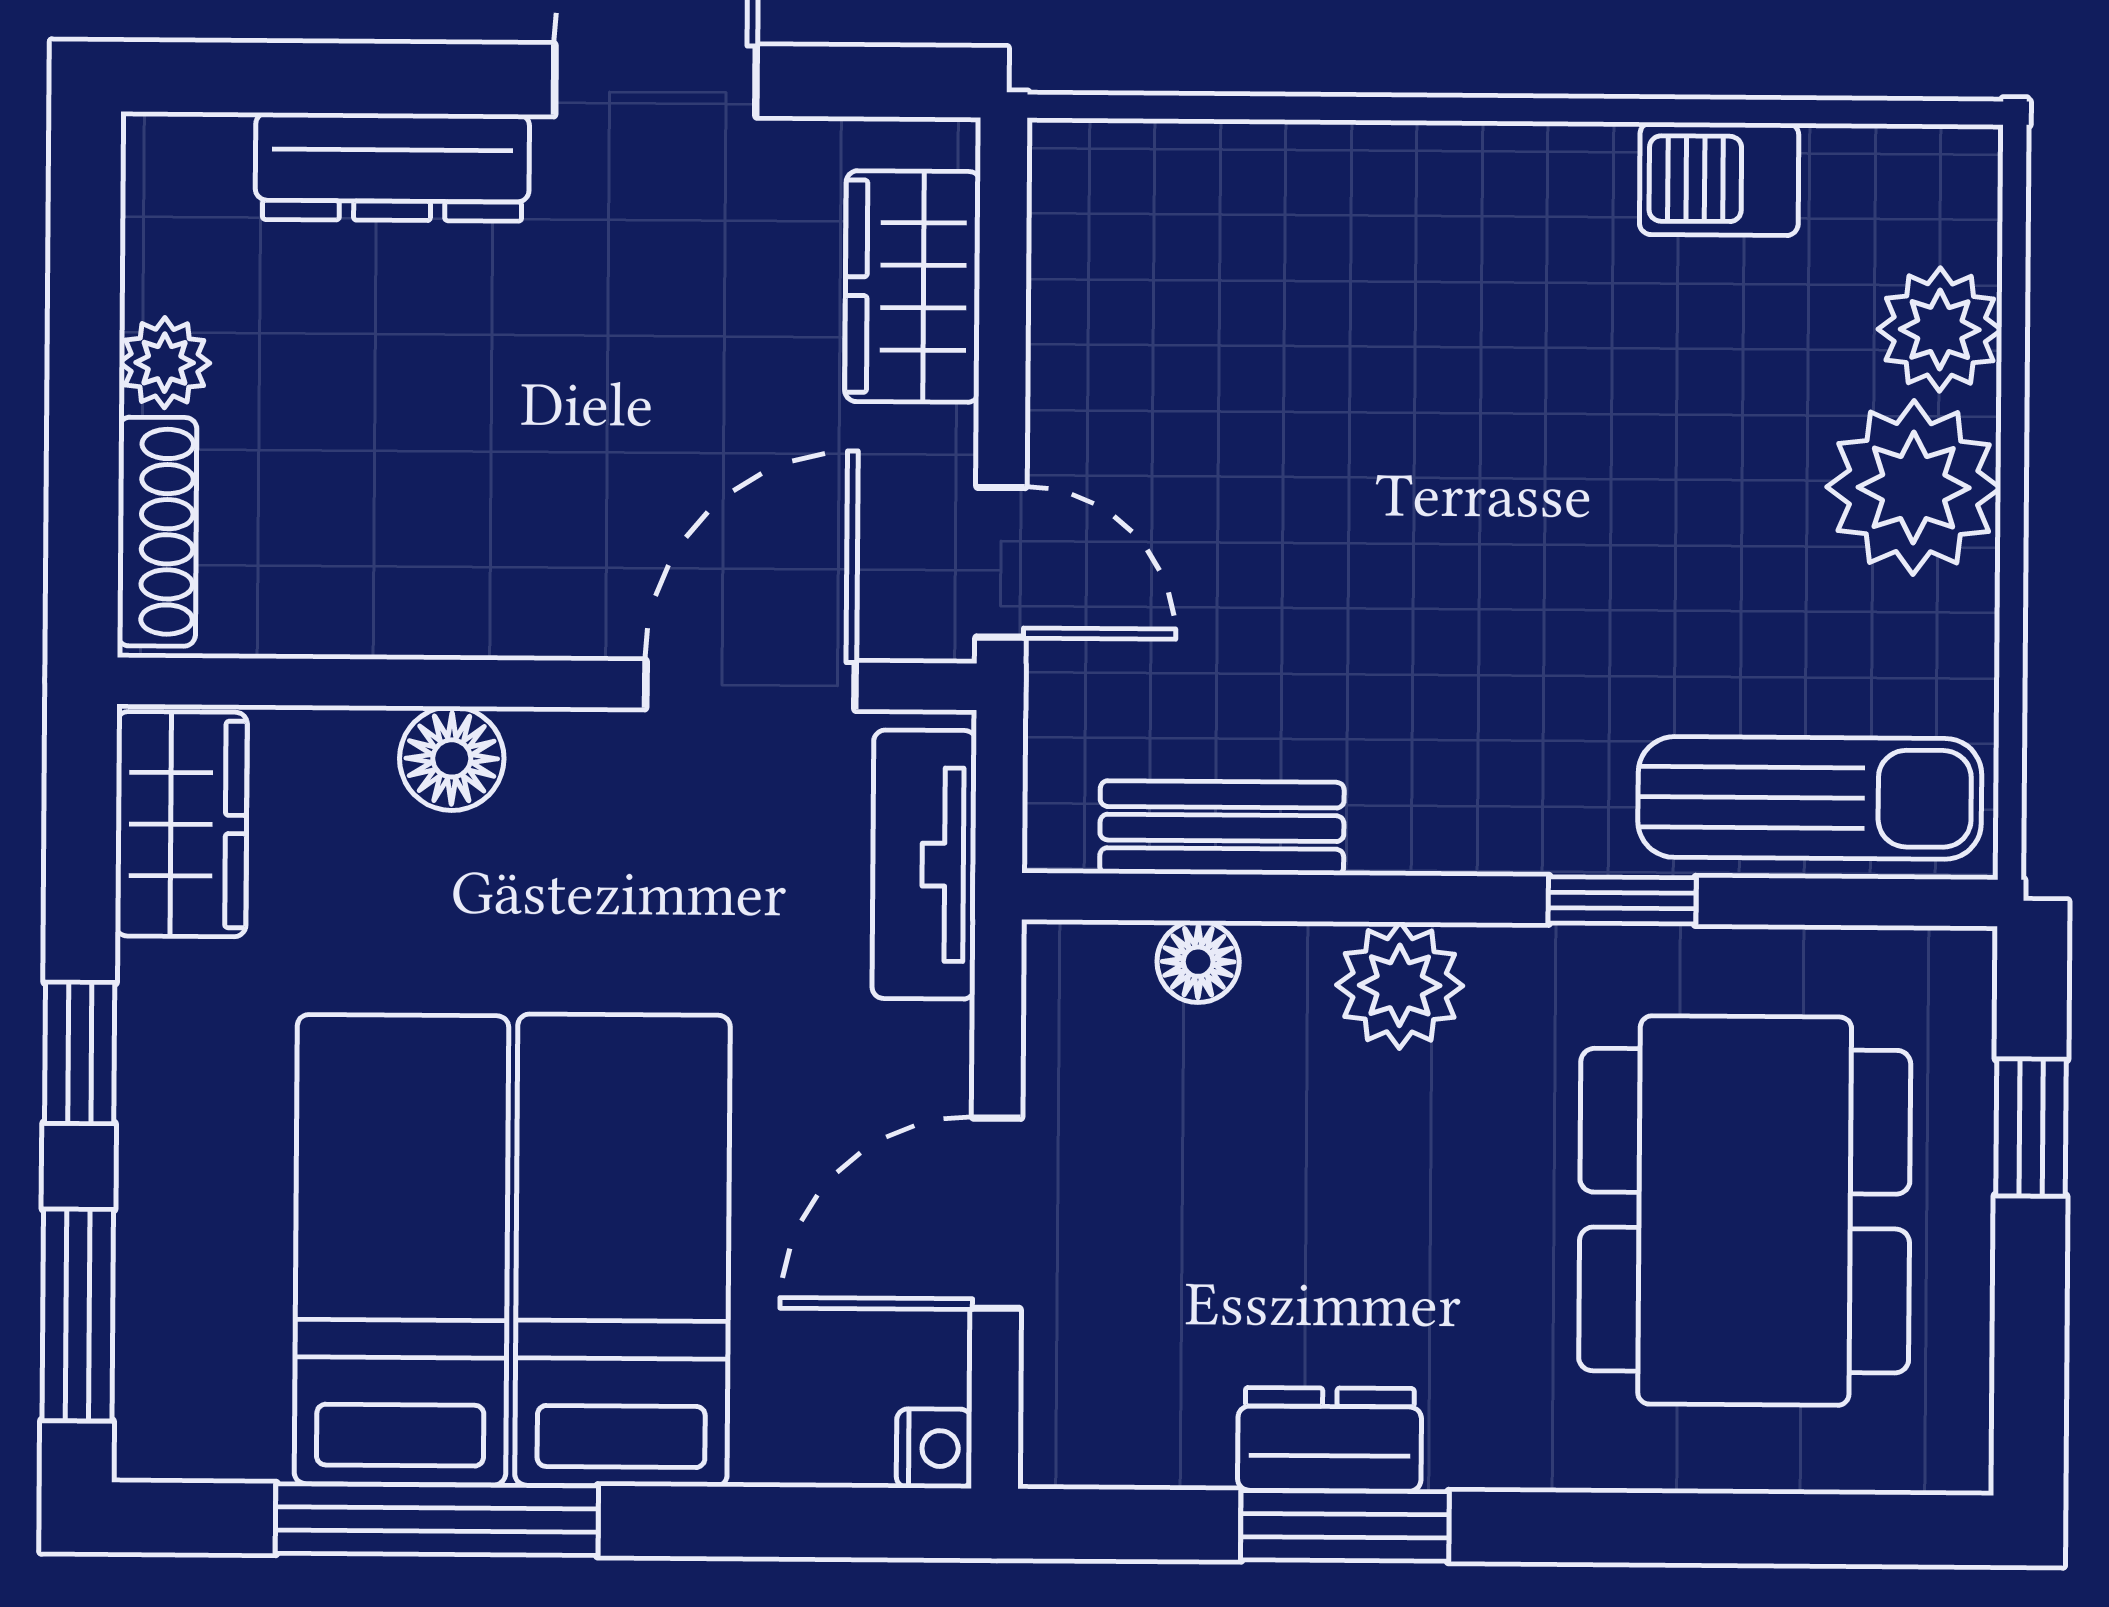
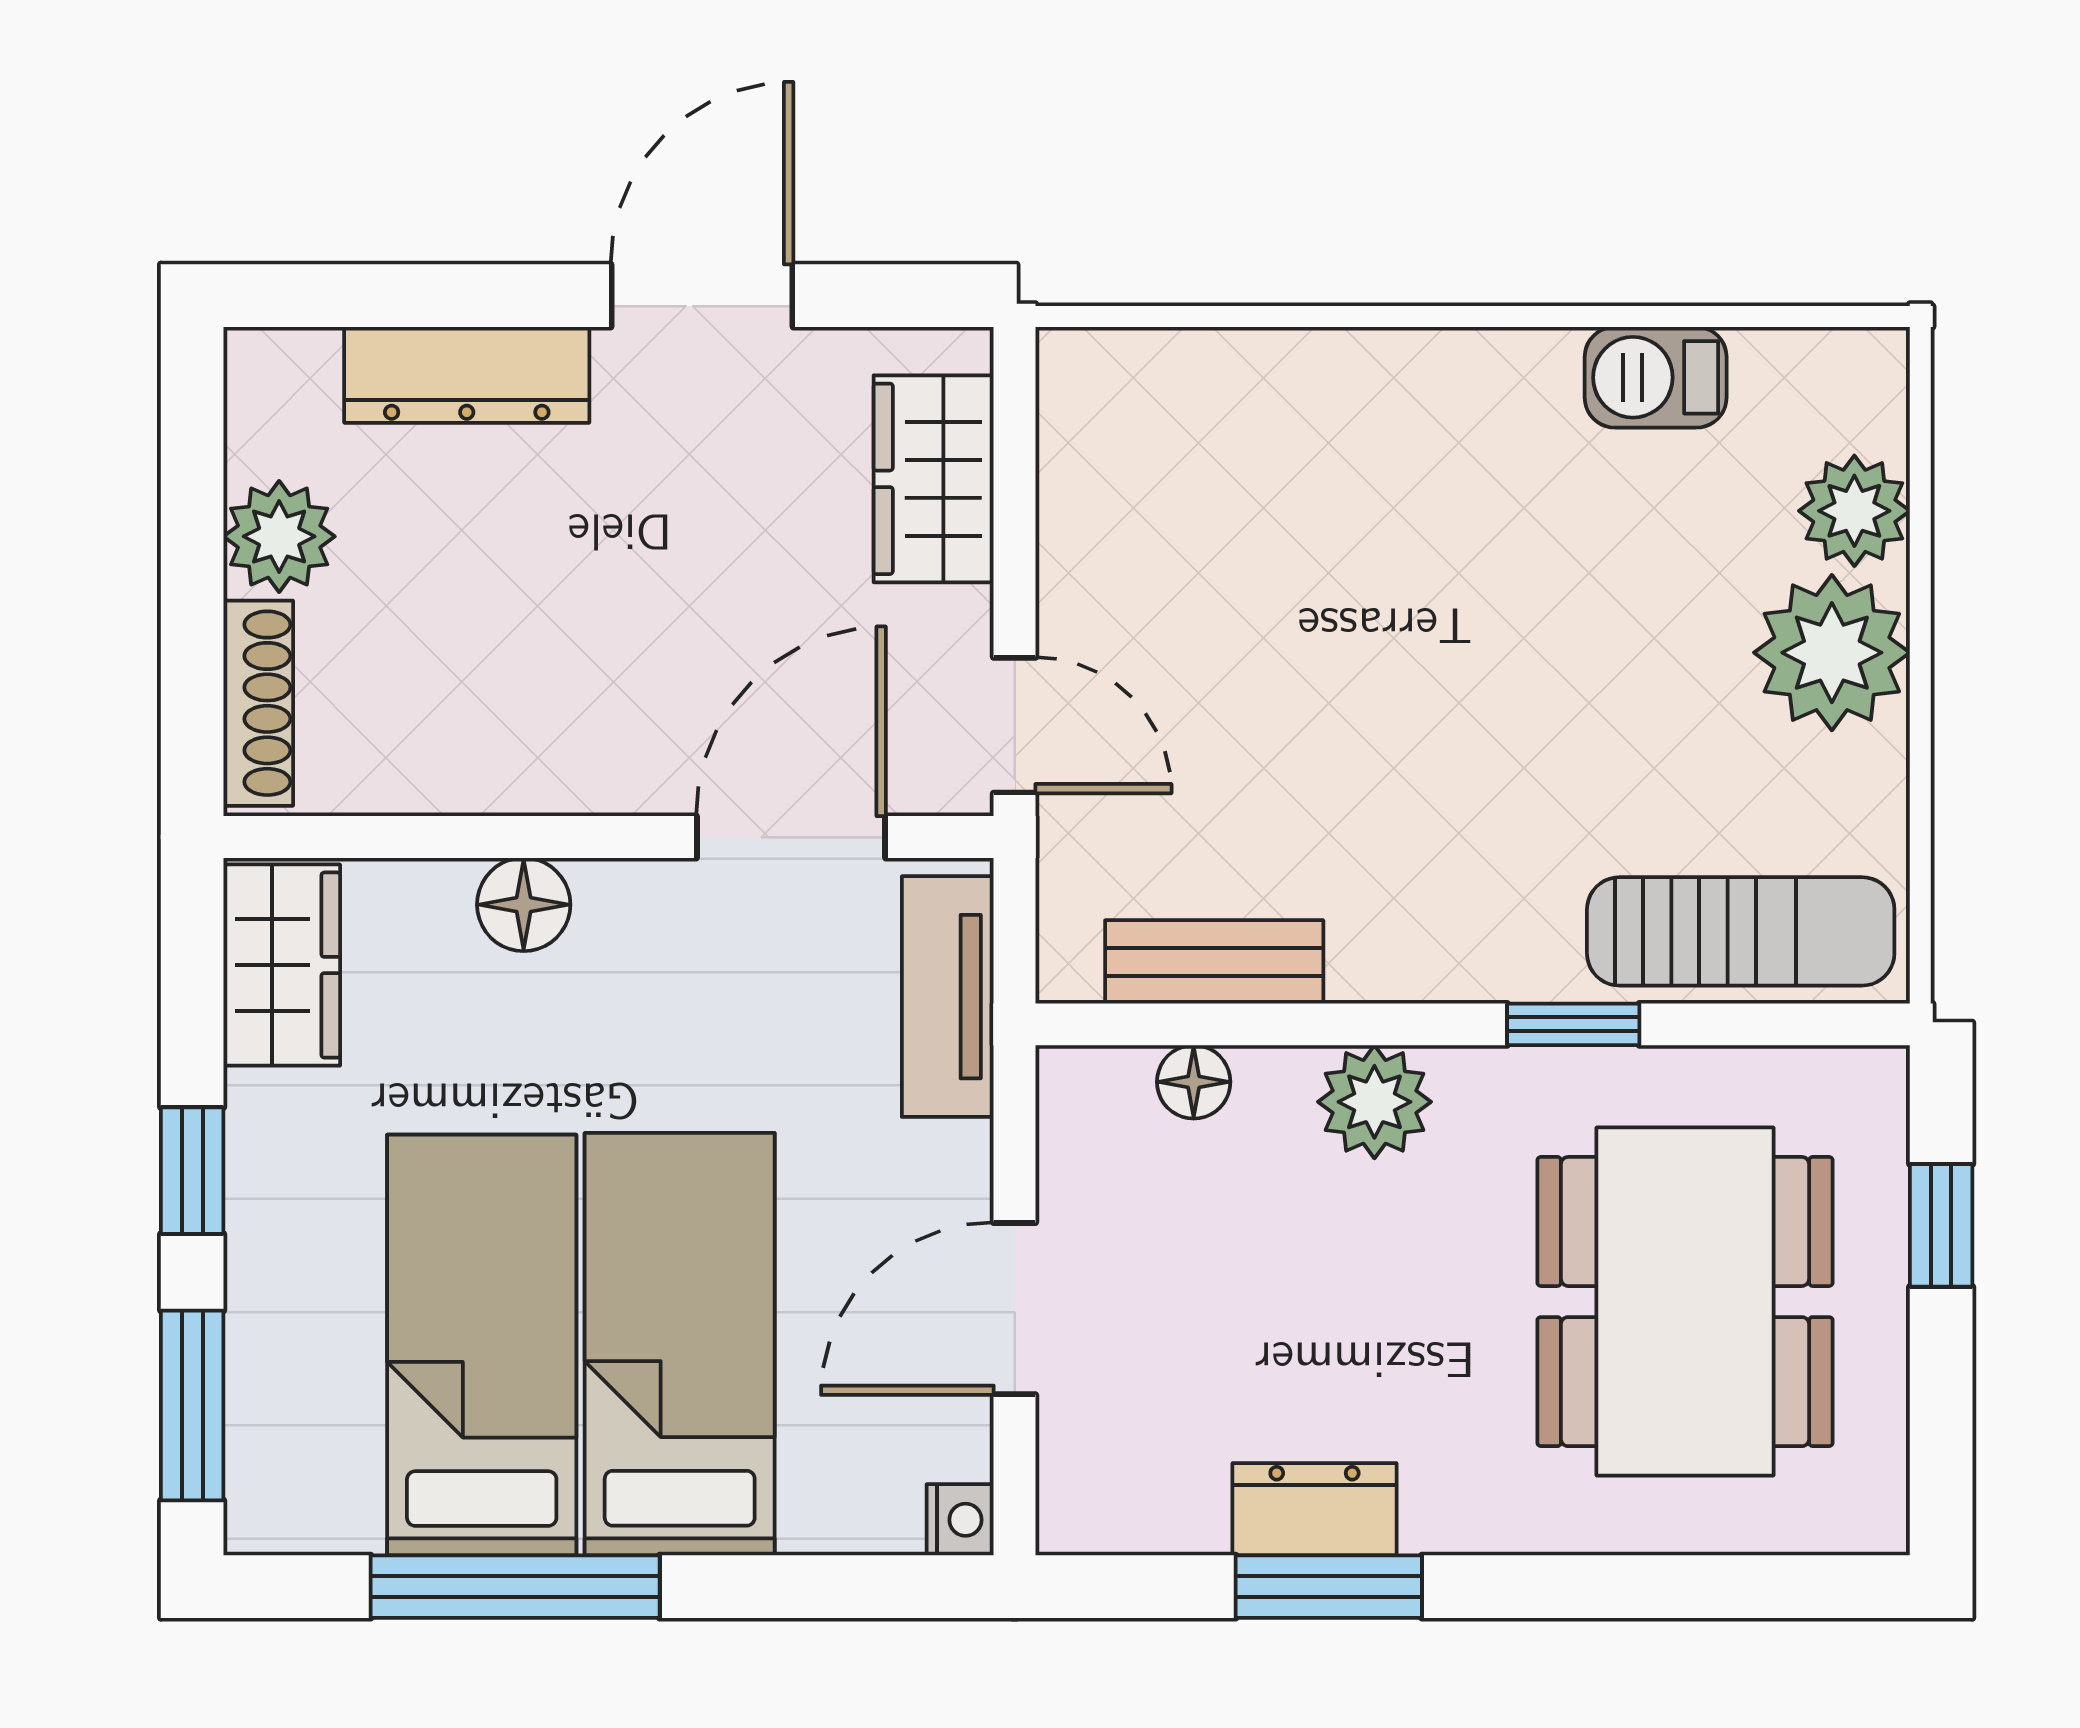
plant: (165, 363) -> (279, 536), width x1.38, depth x1.38

